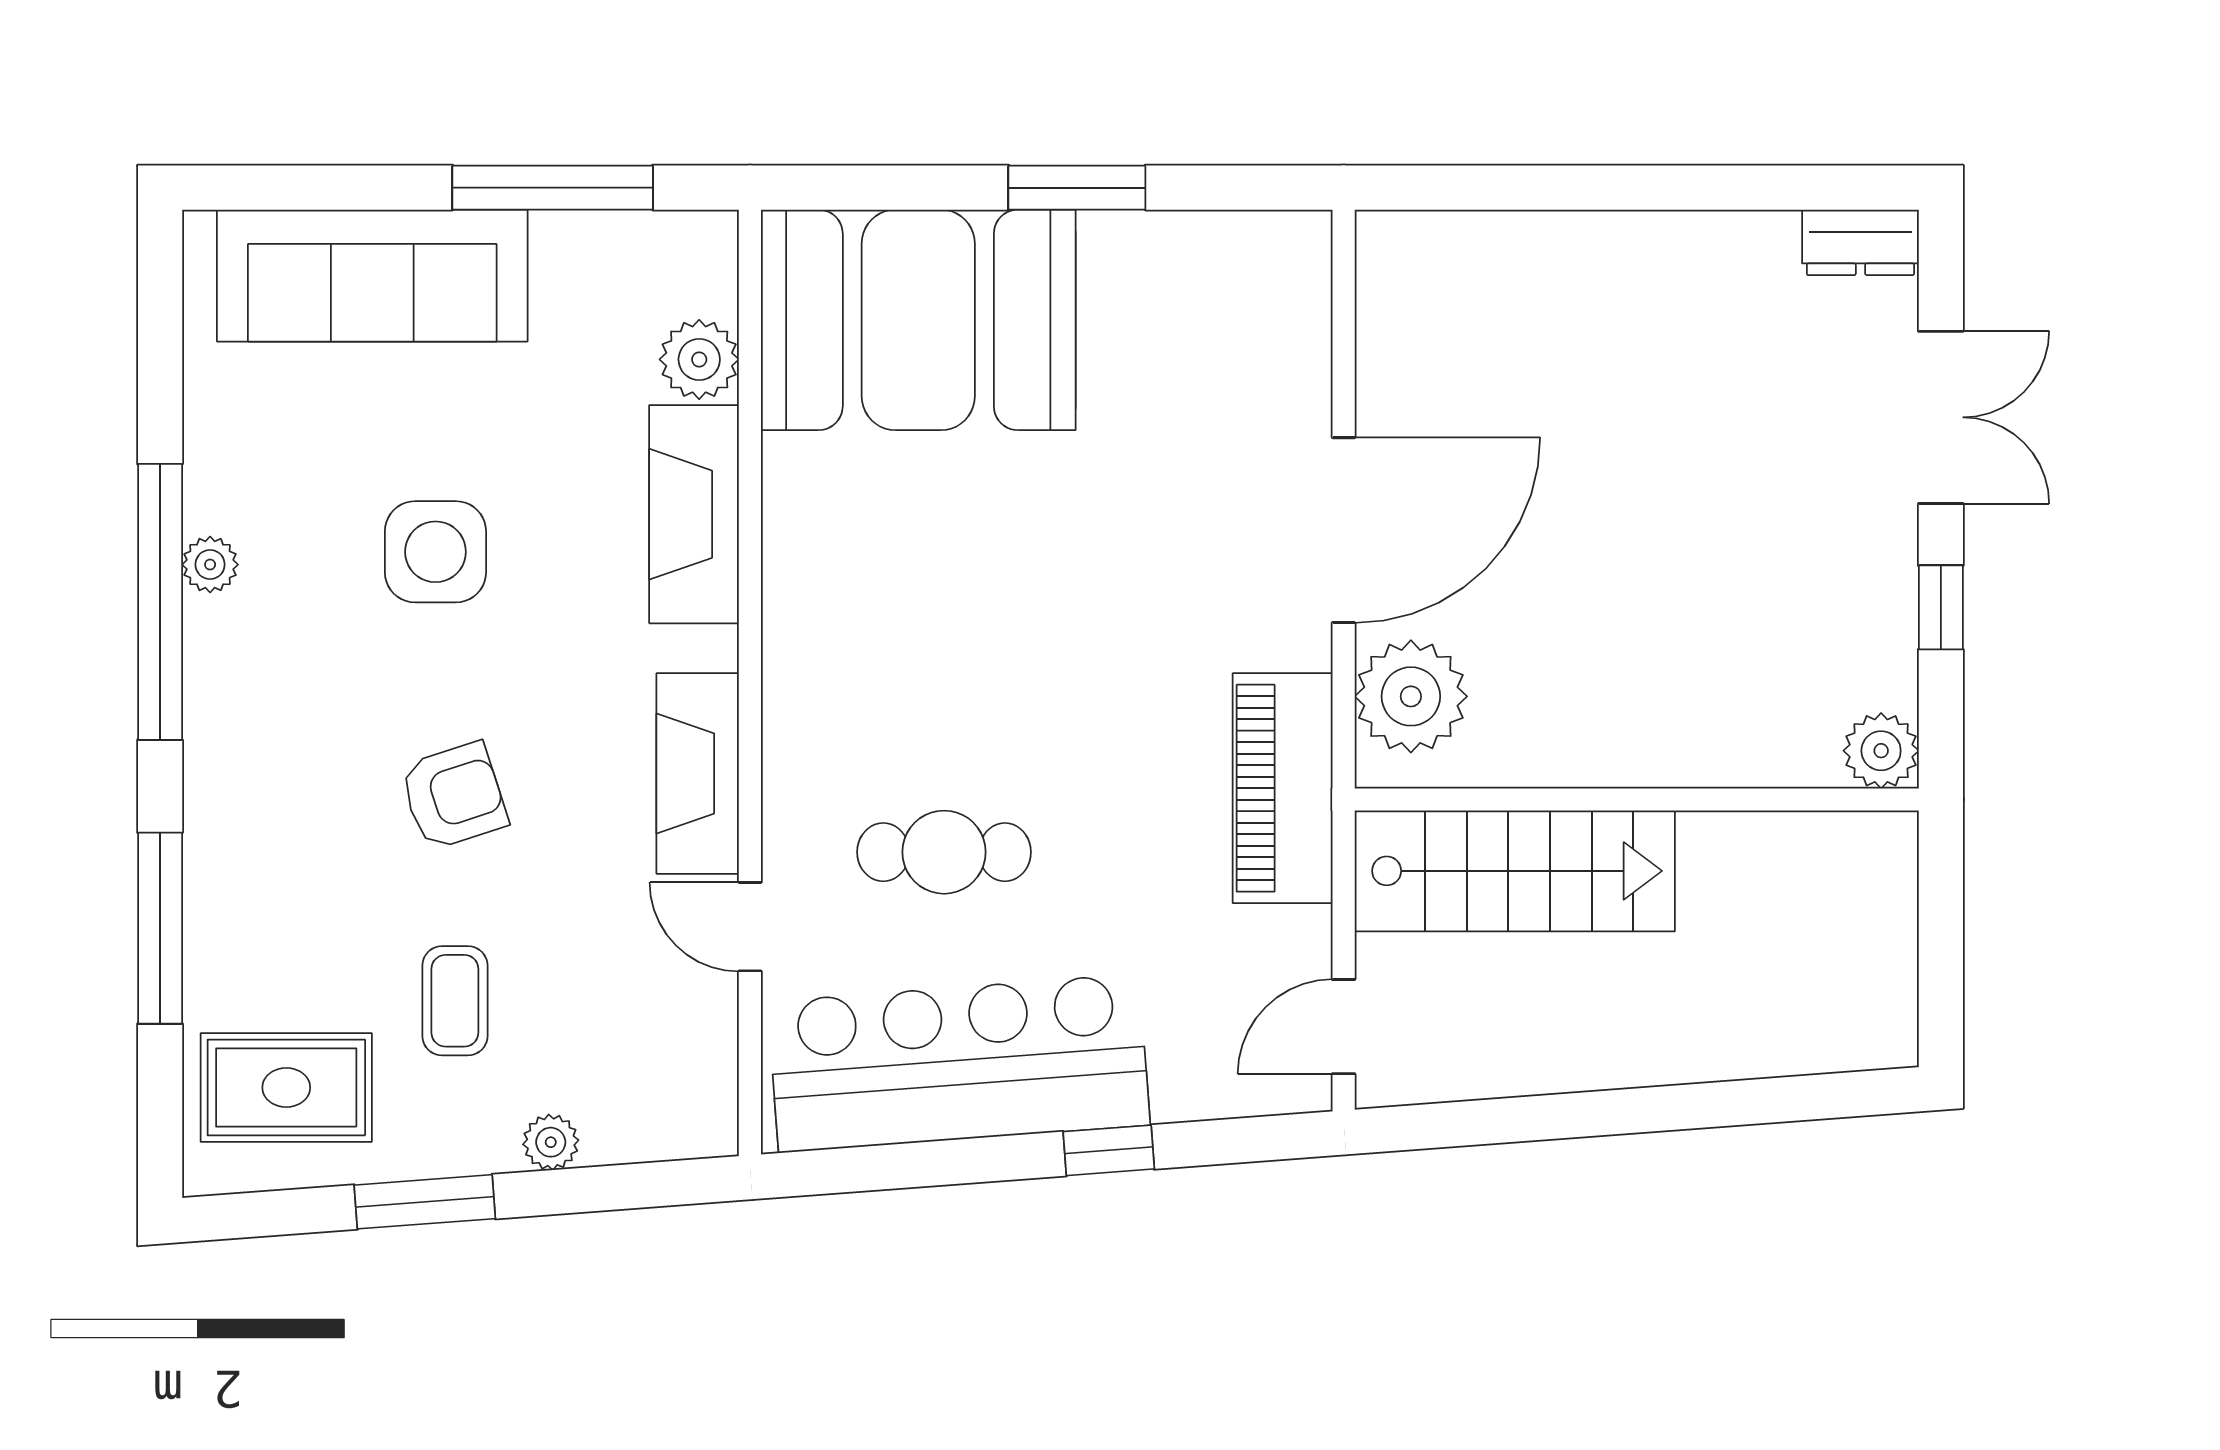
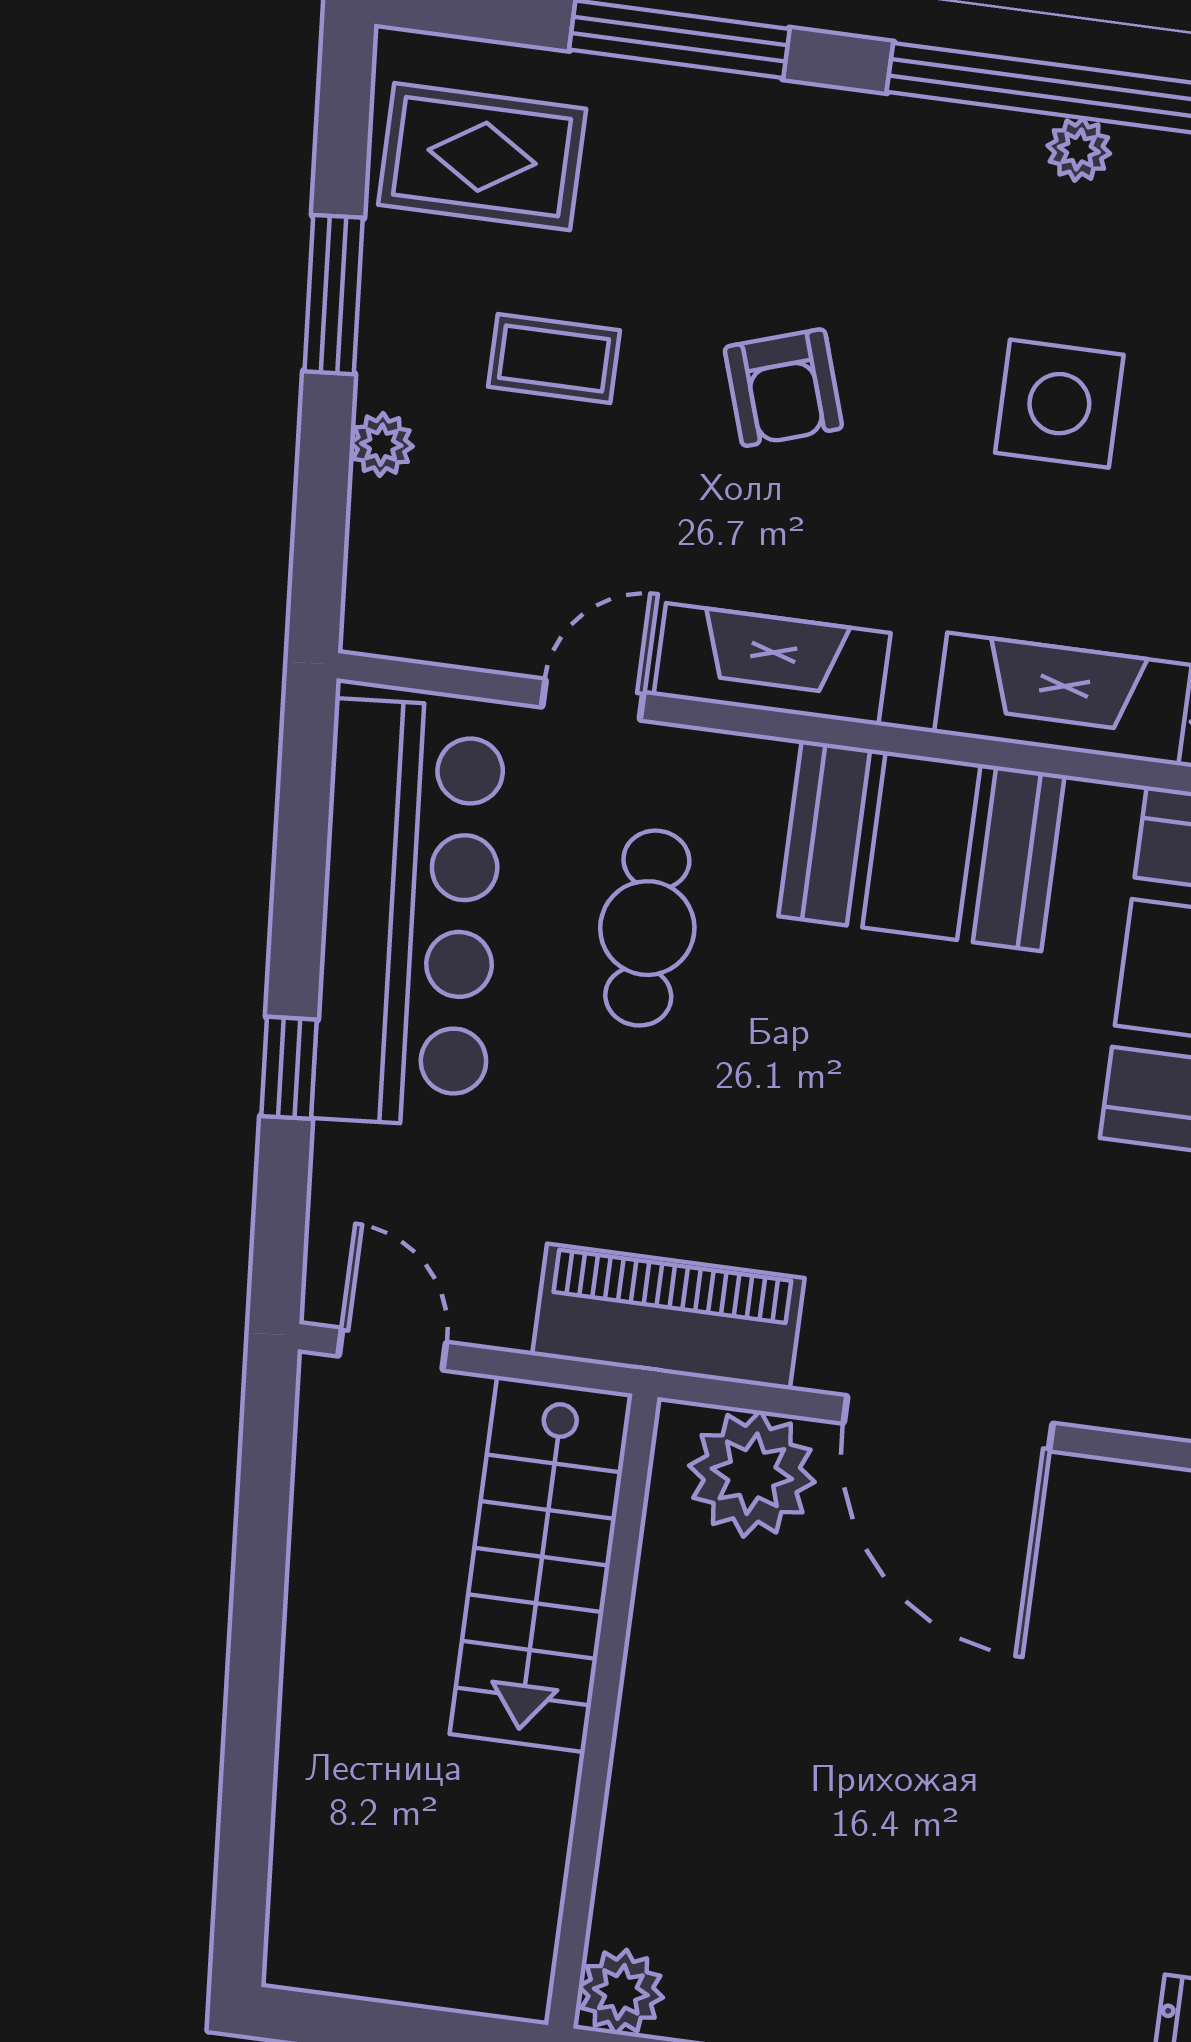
booth: (840, 621) -> (921, 846), added
rug: (286, 1088) -> (482, 157), turned 90

